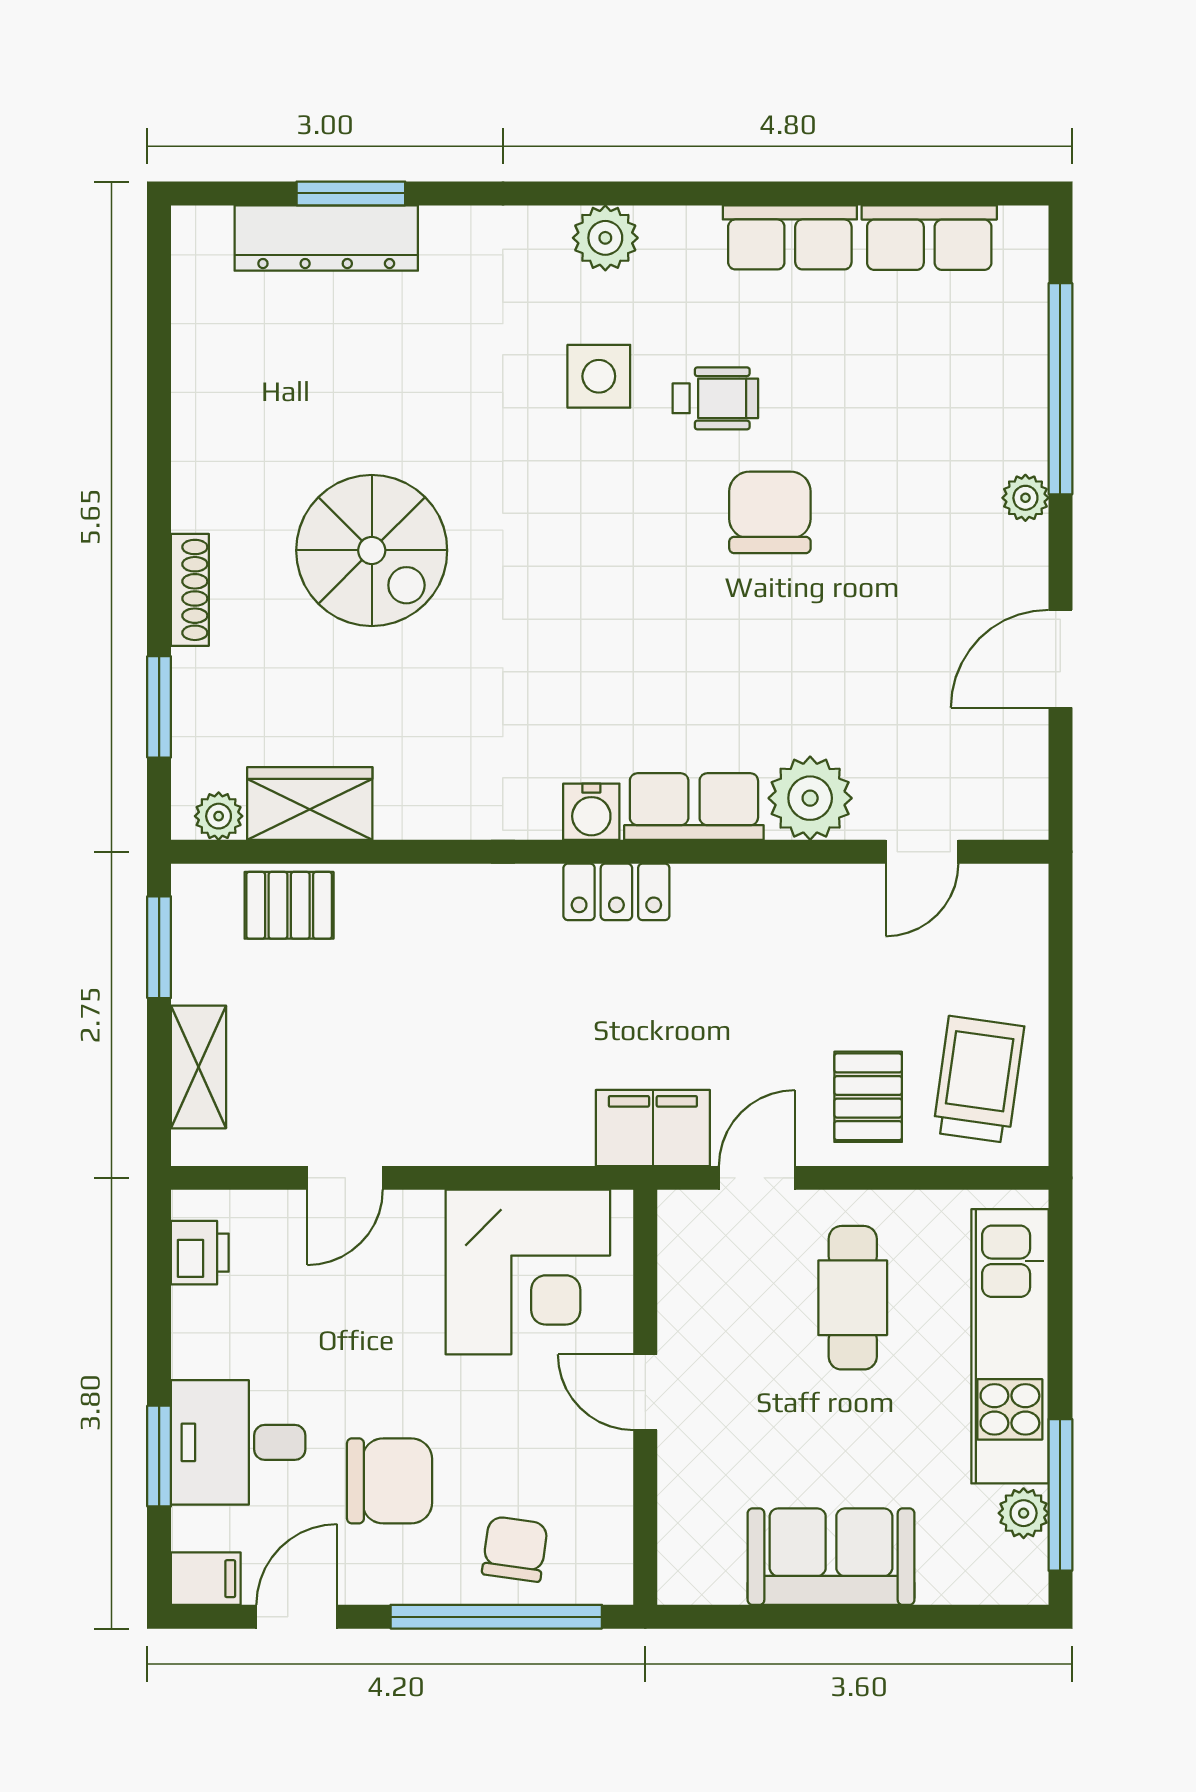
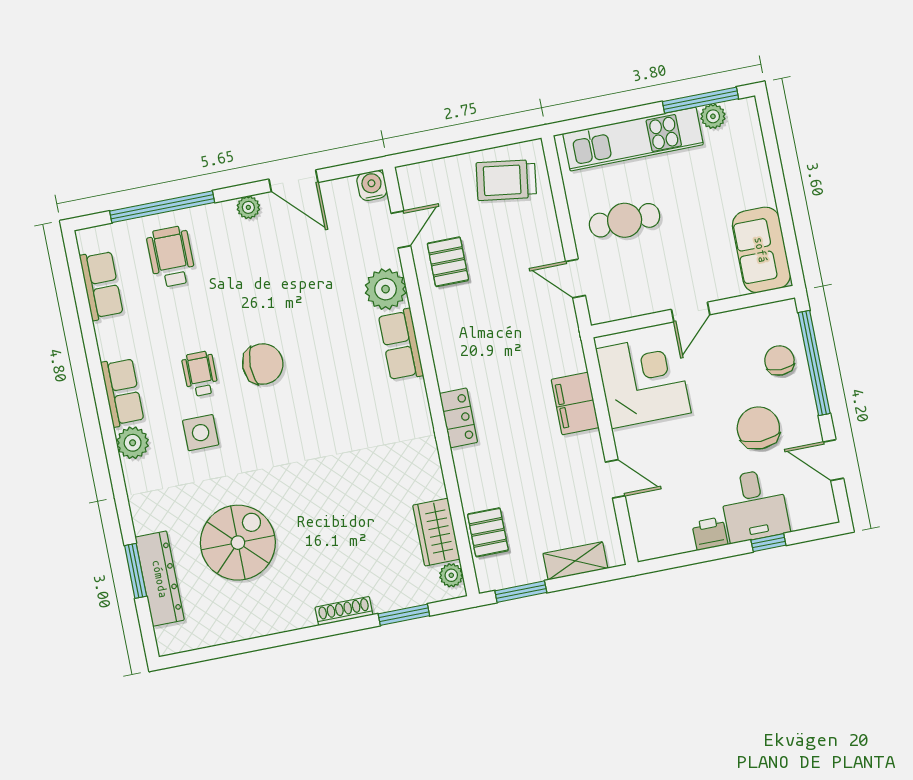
row of seats: (790, 237) -> (122, 392), moved
wheelchair: (958, 387) -> (171, 257), added
plant: (1025, 498) -> (248, 207), moved
chair: (770, 512) -> (263, 364), moved, turned 180
spiral stairs: (372, 550) -> (238, 543), moved
water cooler: (591, 812) -> (372, 185), moved, turned -90
door: (922, 852) -> (401, 230), hinge flipped
locker: (616, 892) -> (458, 418), moved
pallet: (868, 1097) -> (448, 262), moved, turned 90
filing cabinet: (653, 1128) -> (575, 404), moved
printer: (200, 1253) -> (710, 534), moved
window: (159, 1456) -> (768, 543), width x0.67
chair: (515, 1549) -> (779, 360), turned 82
sofa: (831, 1557) -> (761, 250), moved
filing cabinet: (206, 1579) -> (824, 508), removed

